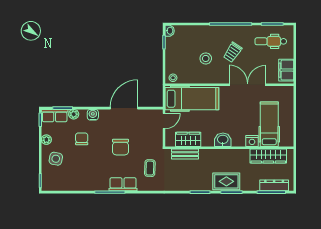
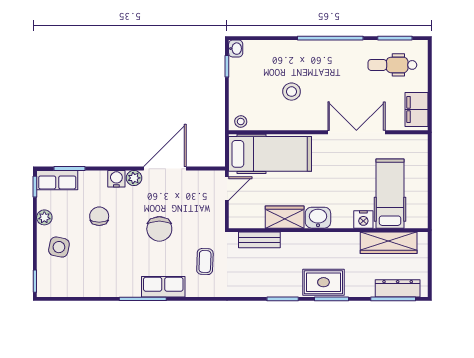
trolley: (233, 52) -> (333, 82), removed
plant: (74, 114) -> (134, 178), moved
wardrobe: (188, 139) -> (285, 217), moved

